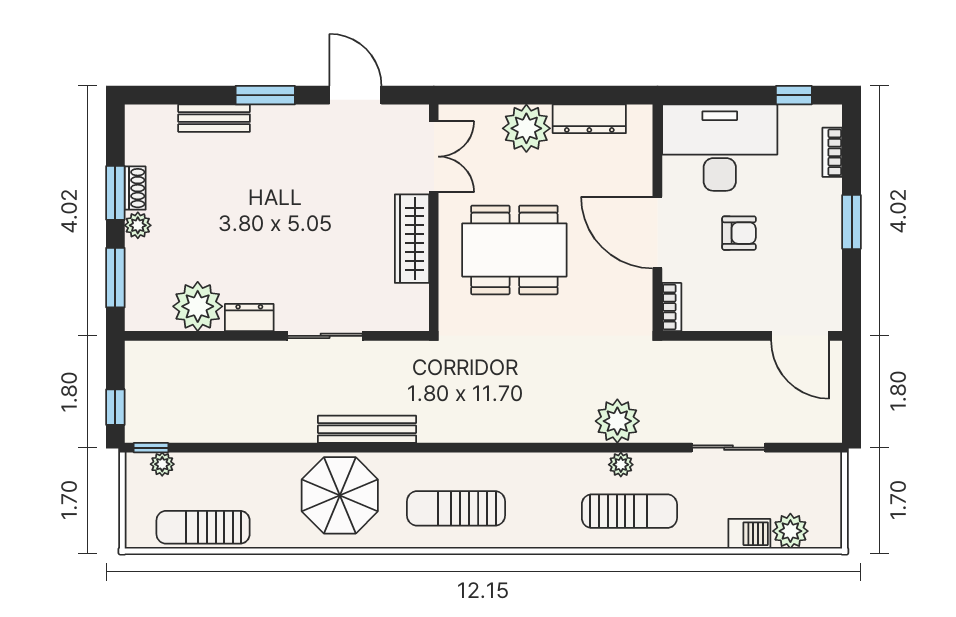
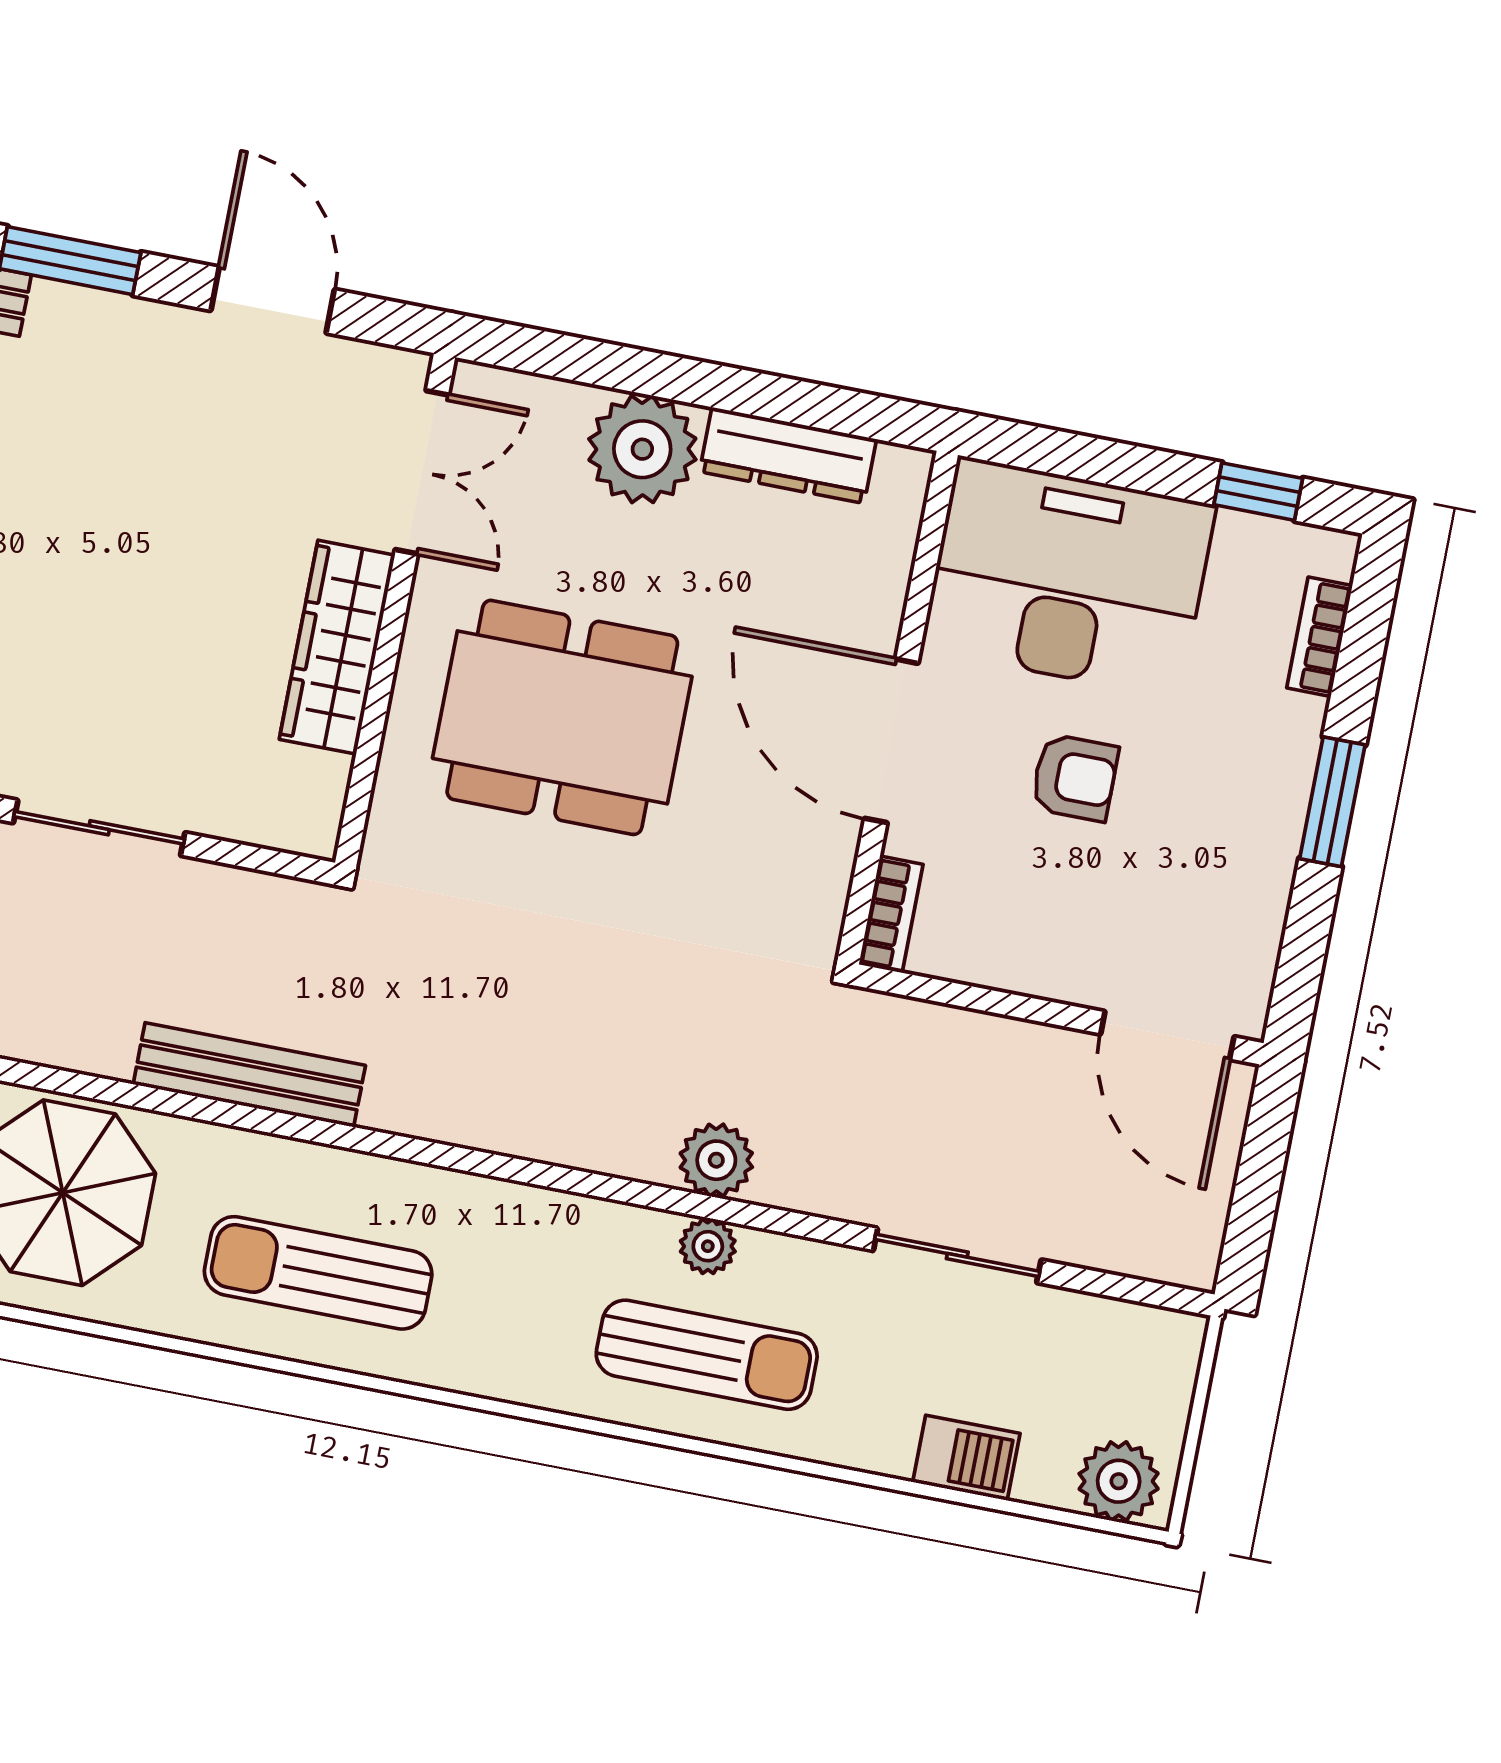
plant: (617, 421) -> (716, 1160), width x0.73, depth x0.73
bench: (367, 429) -> (249, 1075), moved
plant: (790, 531) -> (1119, 1481), moved

